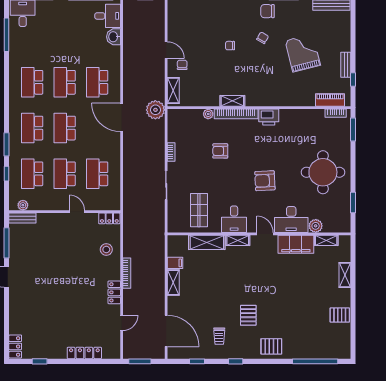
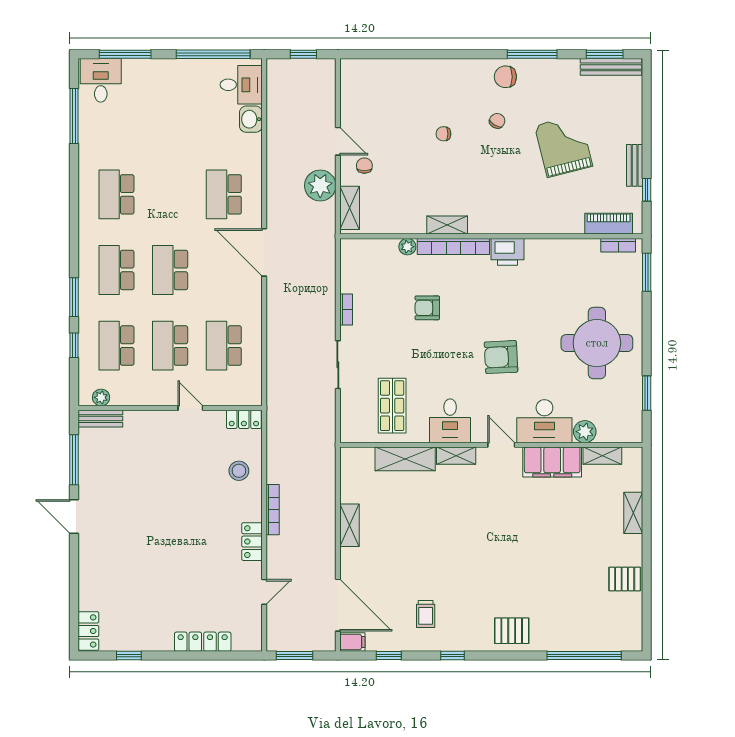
school desk: (65, 82) -> (170, 194), removed
plant: (155, 110) -> (320, 186), moved
filing cabinet: (175, 263) -> (352, 642), moved
pallet: (248, 315) -> (474, 579), removed

